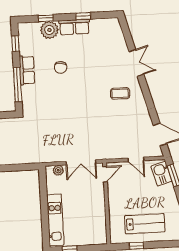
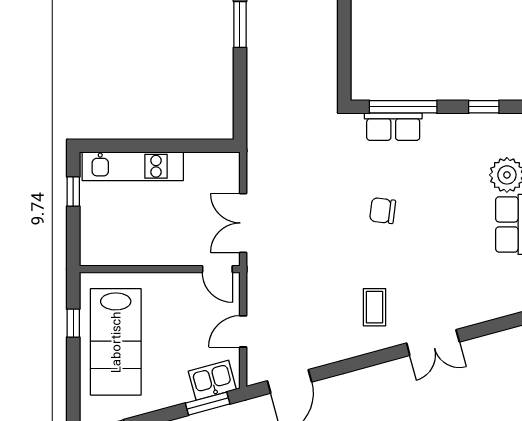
chair: (61, 67) -> (383, 211), moved
row of seats: (27, 70) -> (393, 127), moved
plant: (58, 170) -> (230, 177), removed
lab bench: (145, 224) -> (116, 342), width x1.36, depth x1.39

